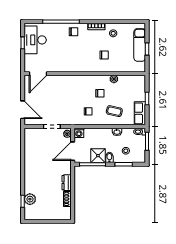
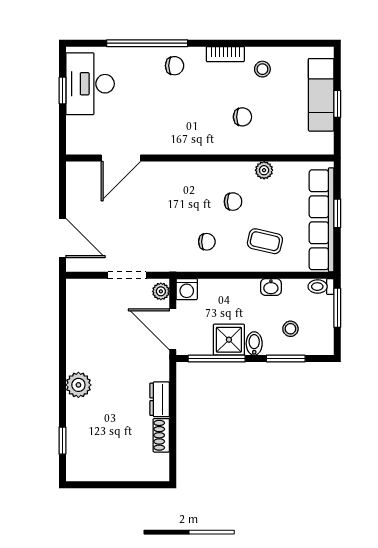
door: (38, 74) -> (121, 158), moved
row of seats: (140, 113) -> (322, 220), width x2.02
door: (73, 151) -> (173, 329), hinge flipped
plant: (30, 199) -> (78, 385), moved

